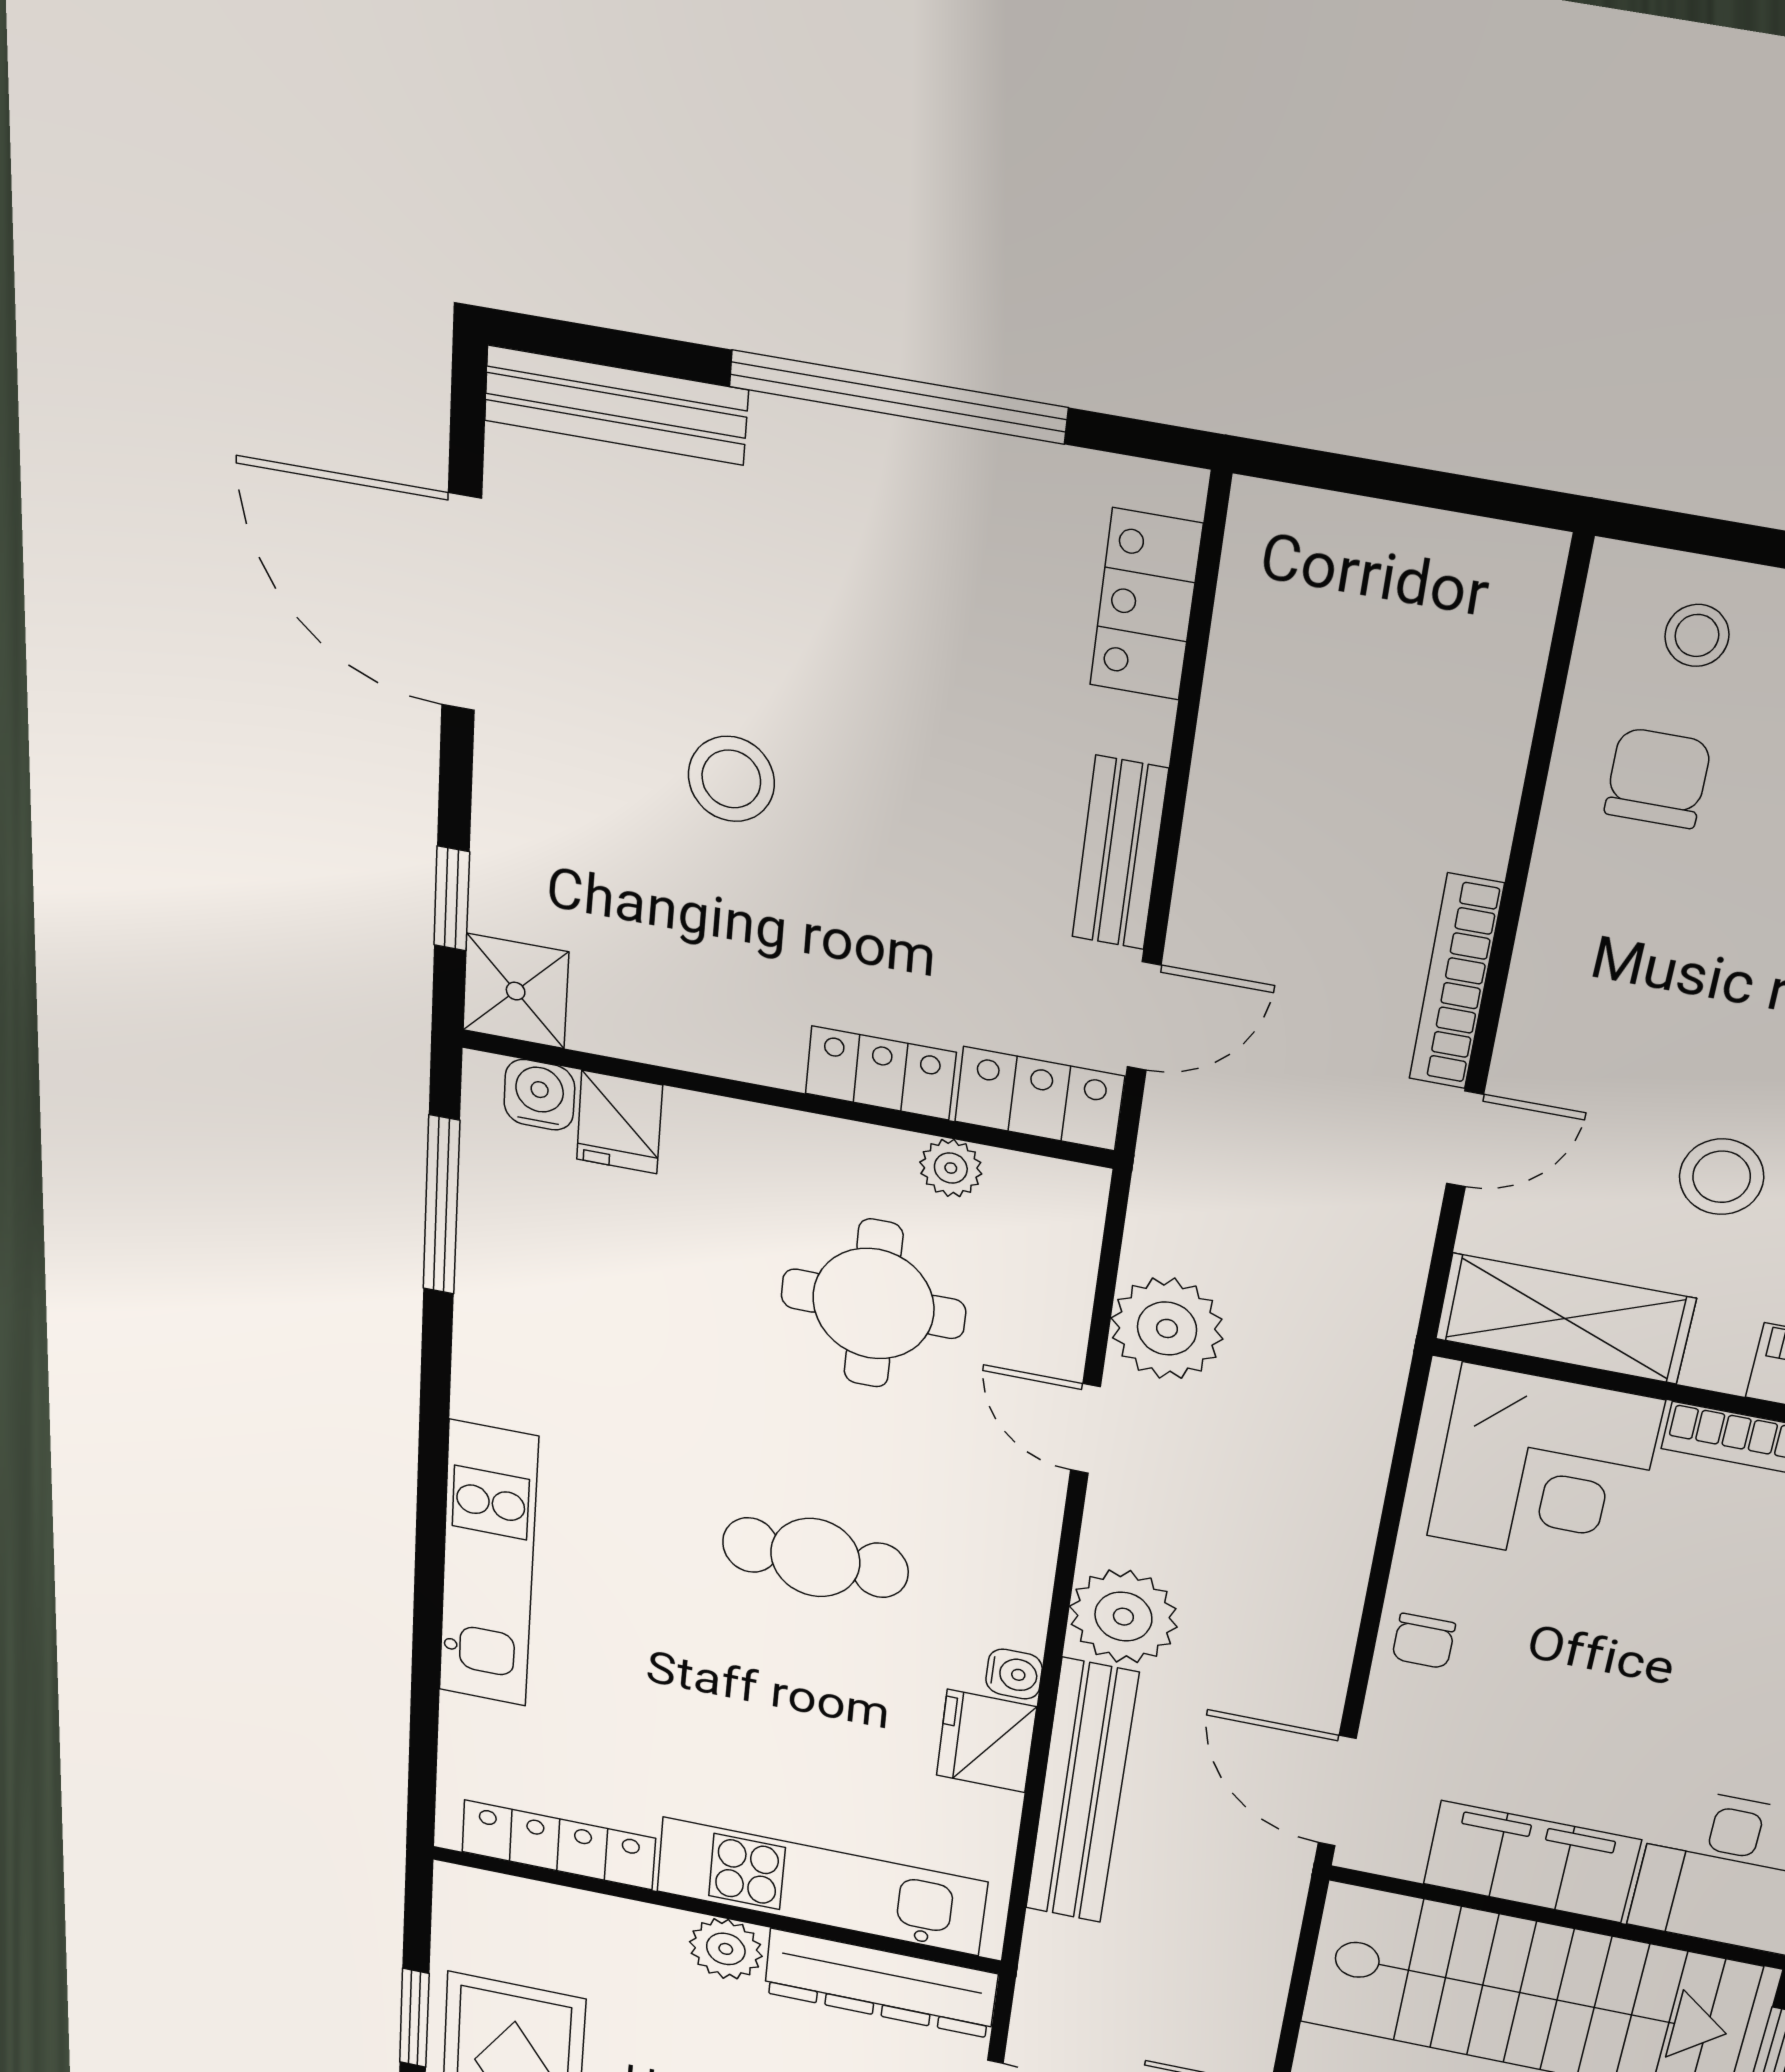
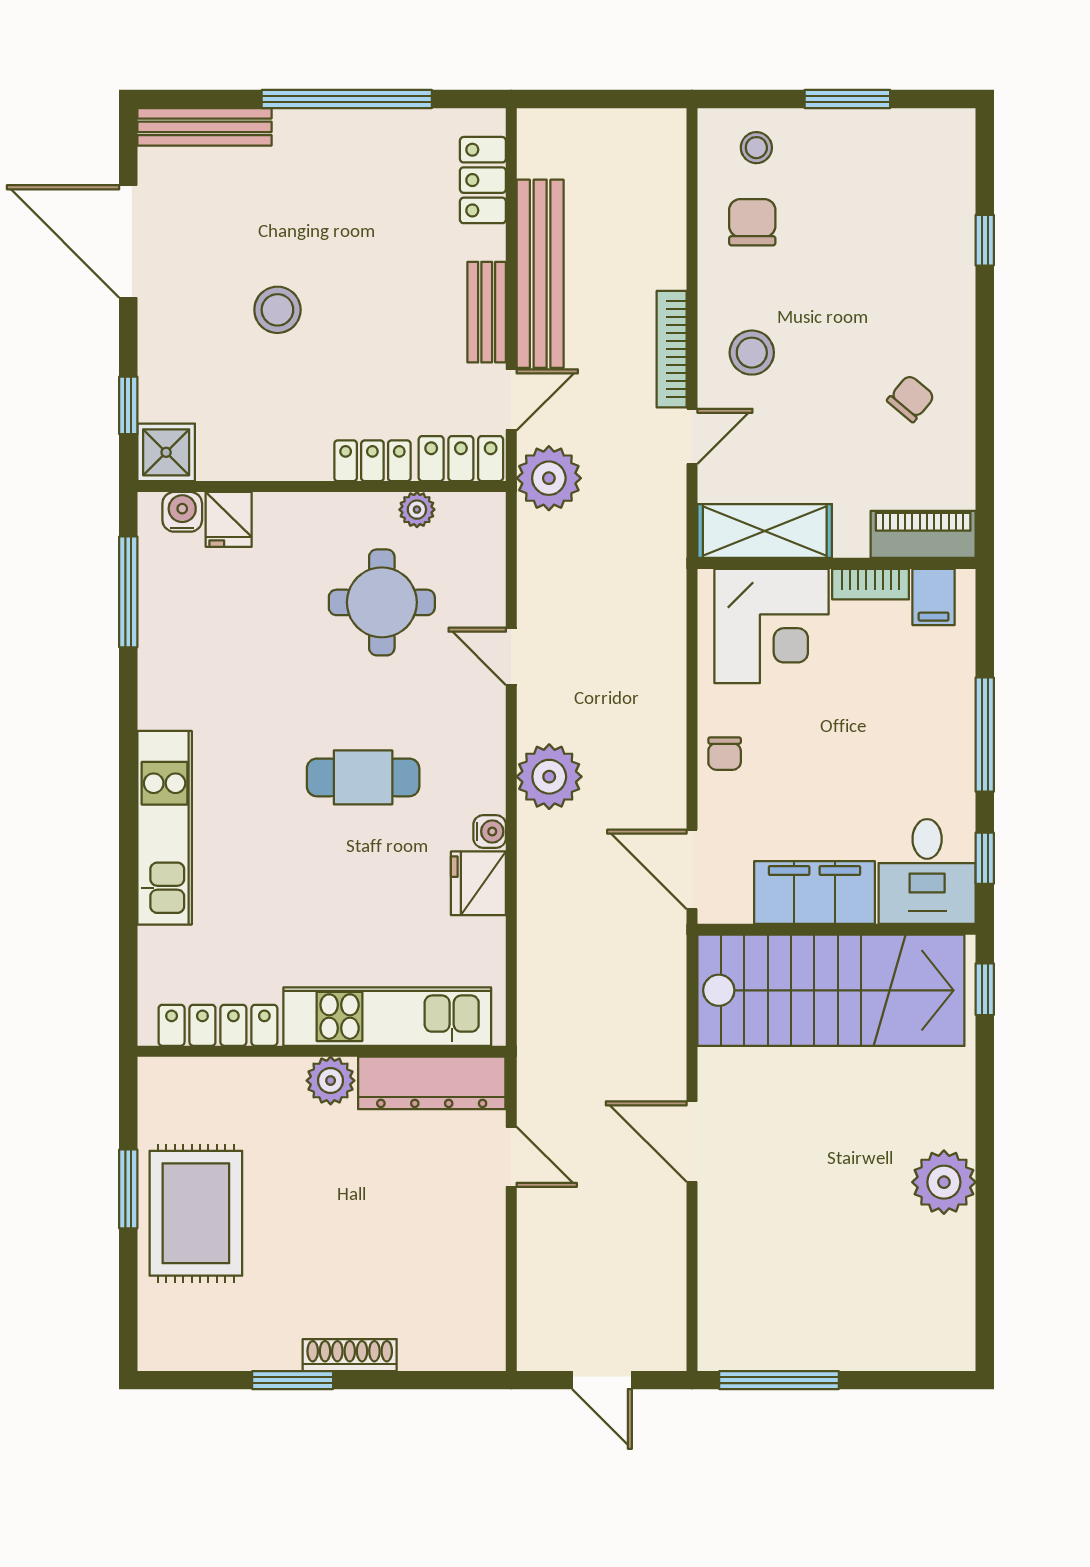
stool: (1722, 1177) -> (752, 353), moved
plant: (1167, 1328) -> (549, 478), moved
bench: (1081, 1792) -> (540, 274), moved

